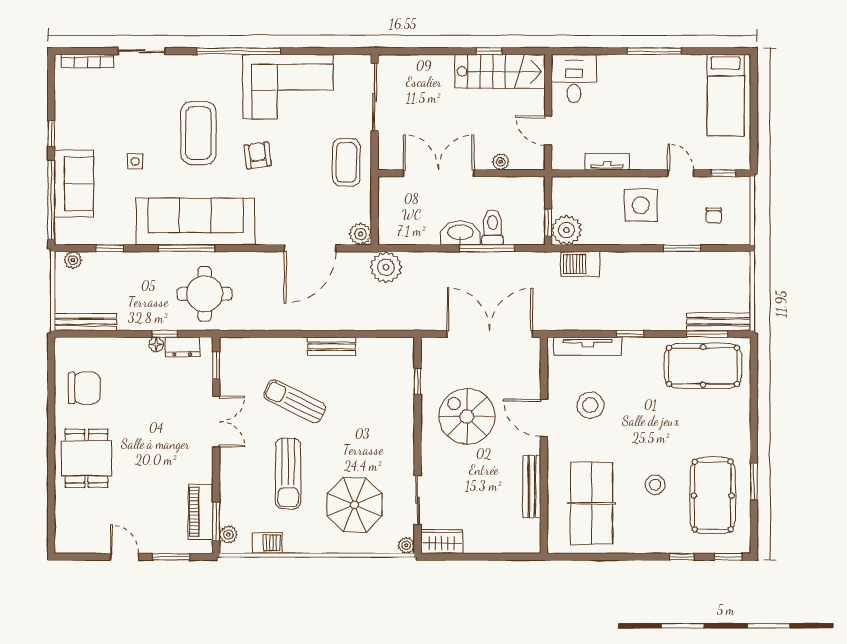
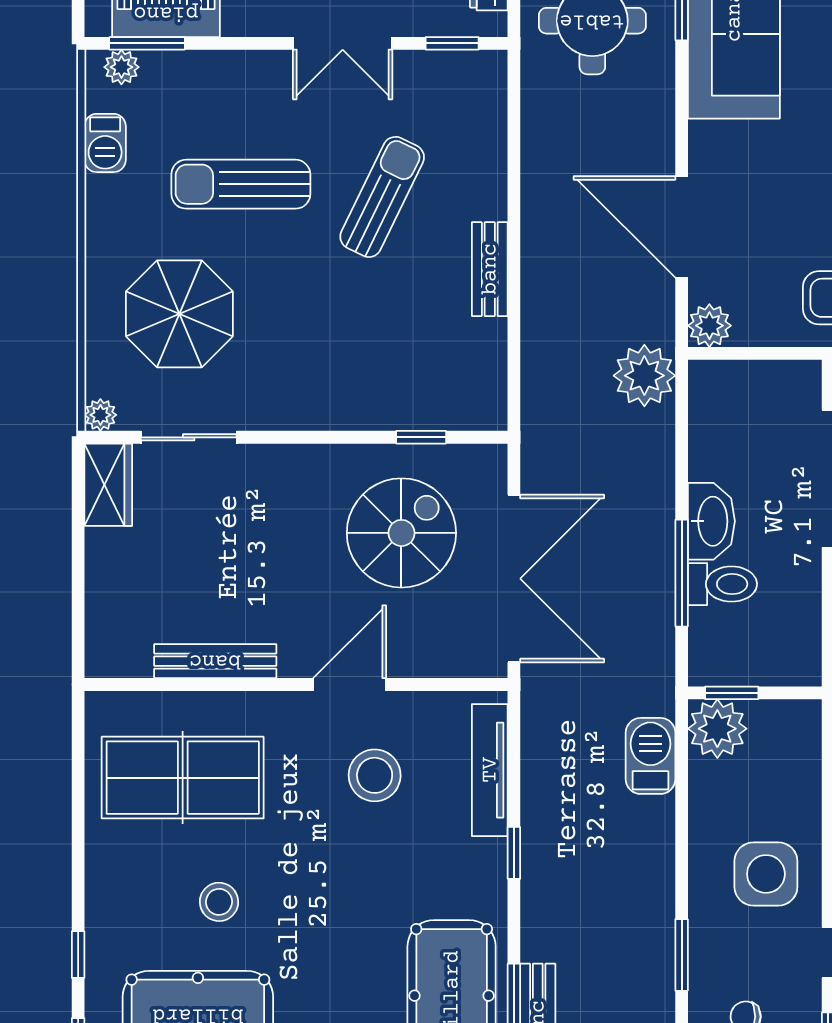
spiral stairs: (467, 416) -> (401, 533), moved

